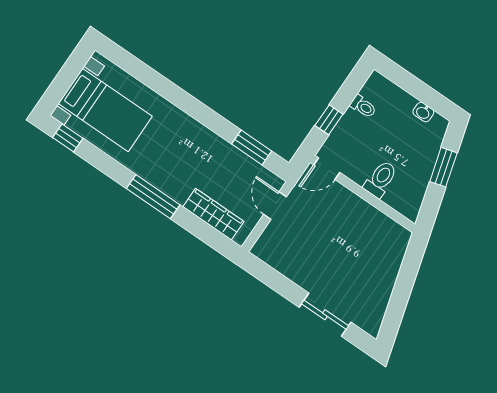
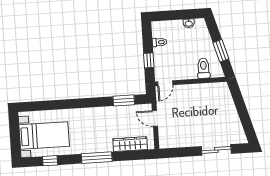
window: (68, 138) -> (50, 161), moved
window: (443, 167) -> (221, 51), moved
toilet: (381, 179) -> (203, 68), moved

